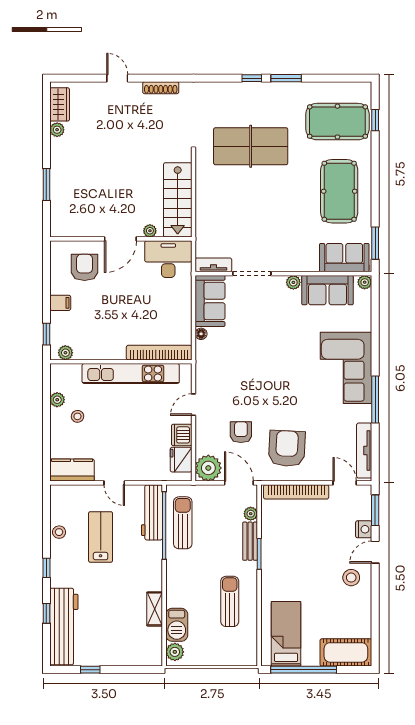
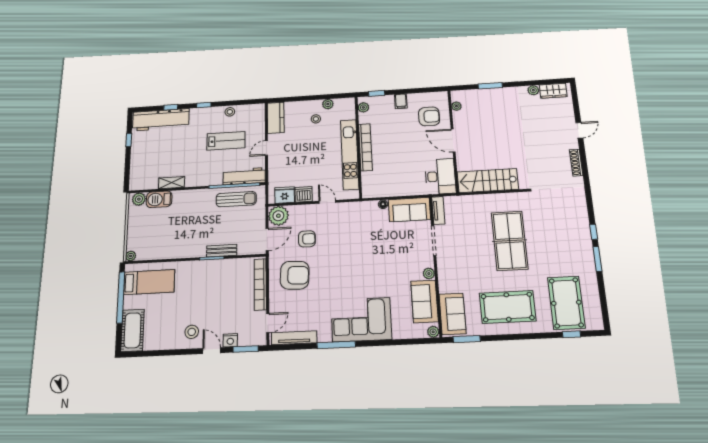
table tennis table: (251, 146) -> (510, 241), moved
plant: (150, 231) -> (456, 106), moved
bookcase: (159, 353) -> (365, 147), moved
plant: (251, 514) -> (131, 256), moved
sun lounger: (230, 601) -> (176, 238), removed

